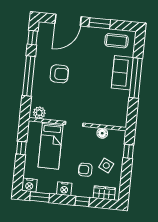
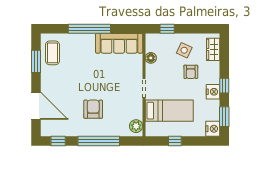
window: (100, 23) -> (36, 61), moved
sofa: (122, 73) -> (119, 43), moved, width x1.36
window: (82, 201) -> (224, 86), moved

